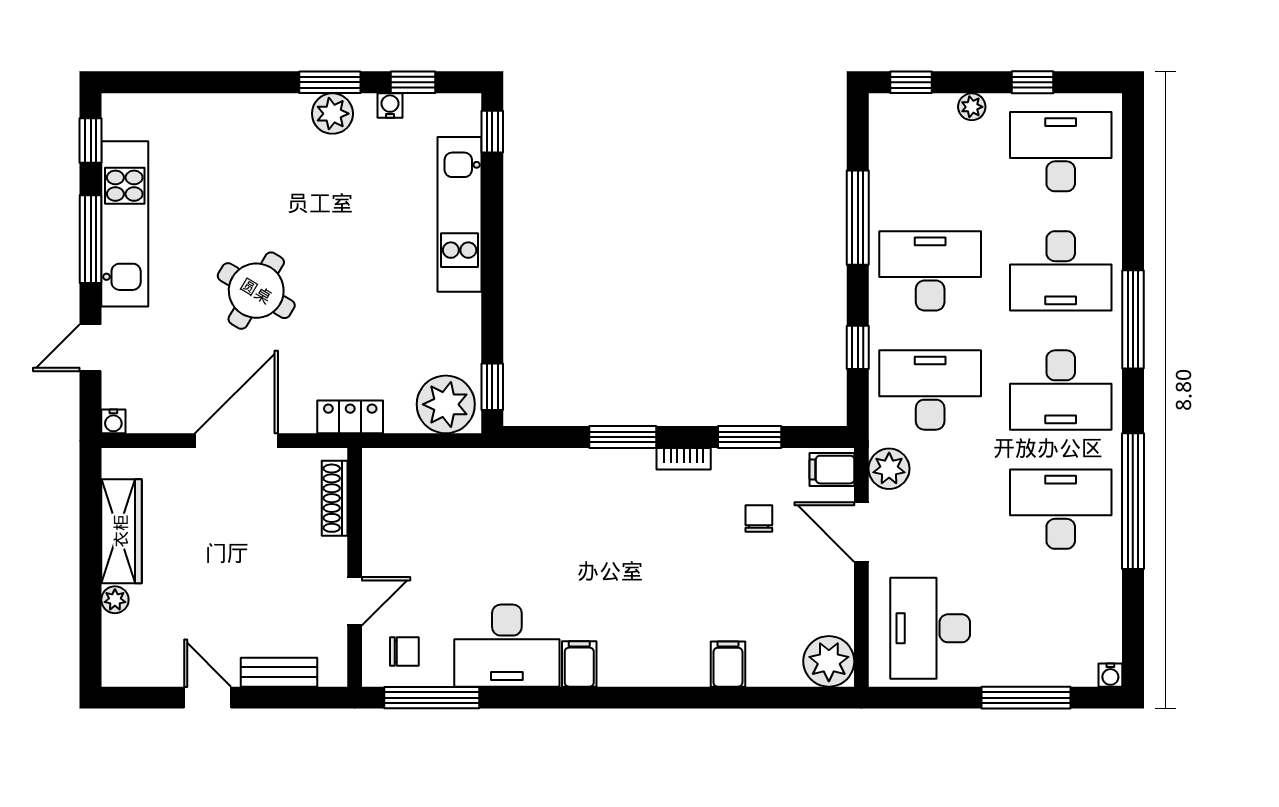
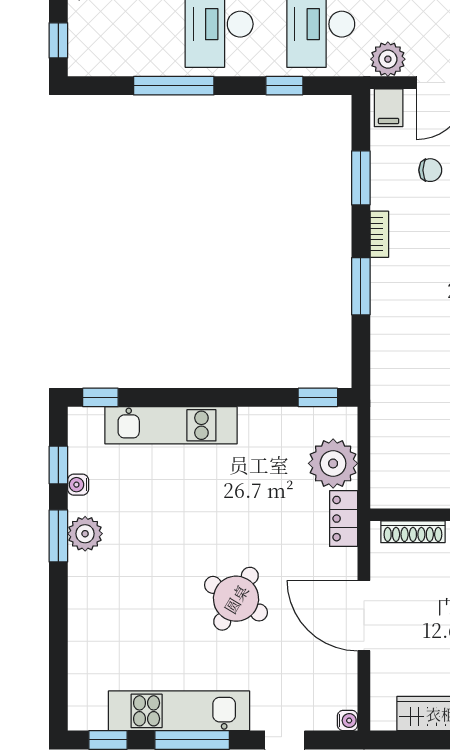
plant: (446, 404) -> (333, 463), moved
chair: (759, 518) -> (430, 170), turned 180

